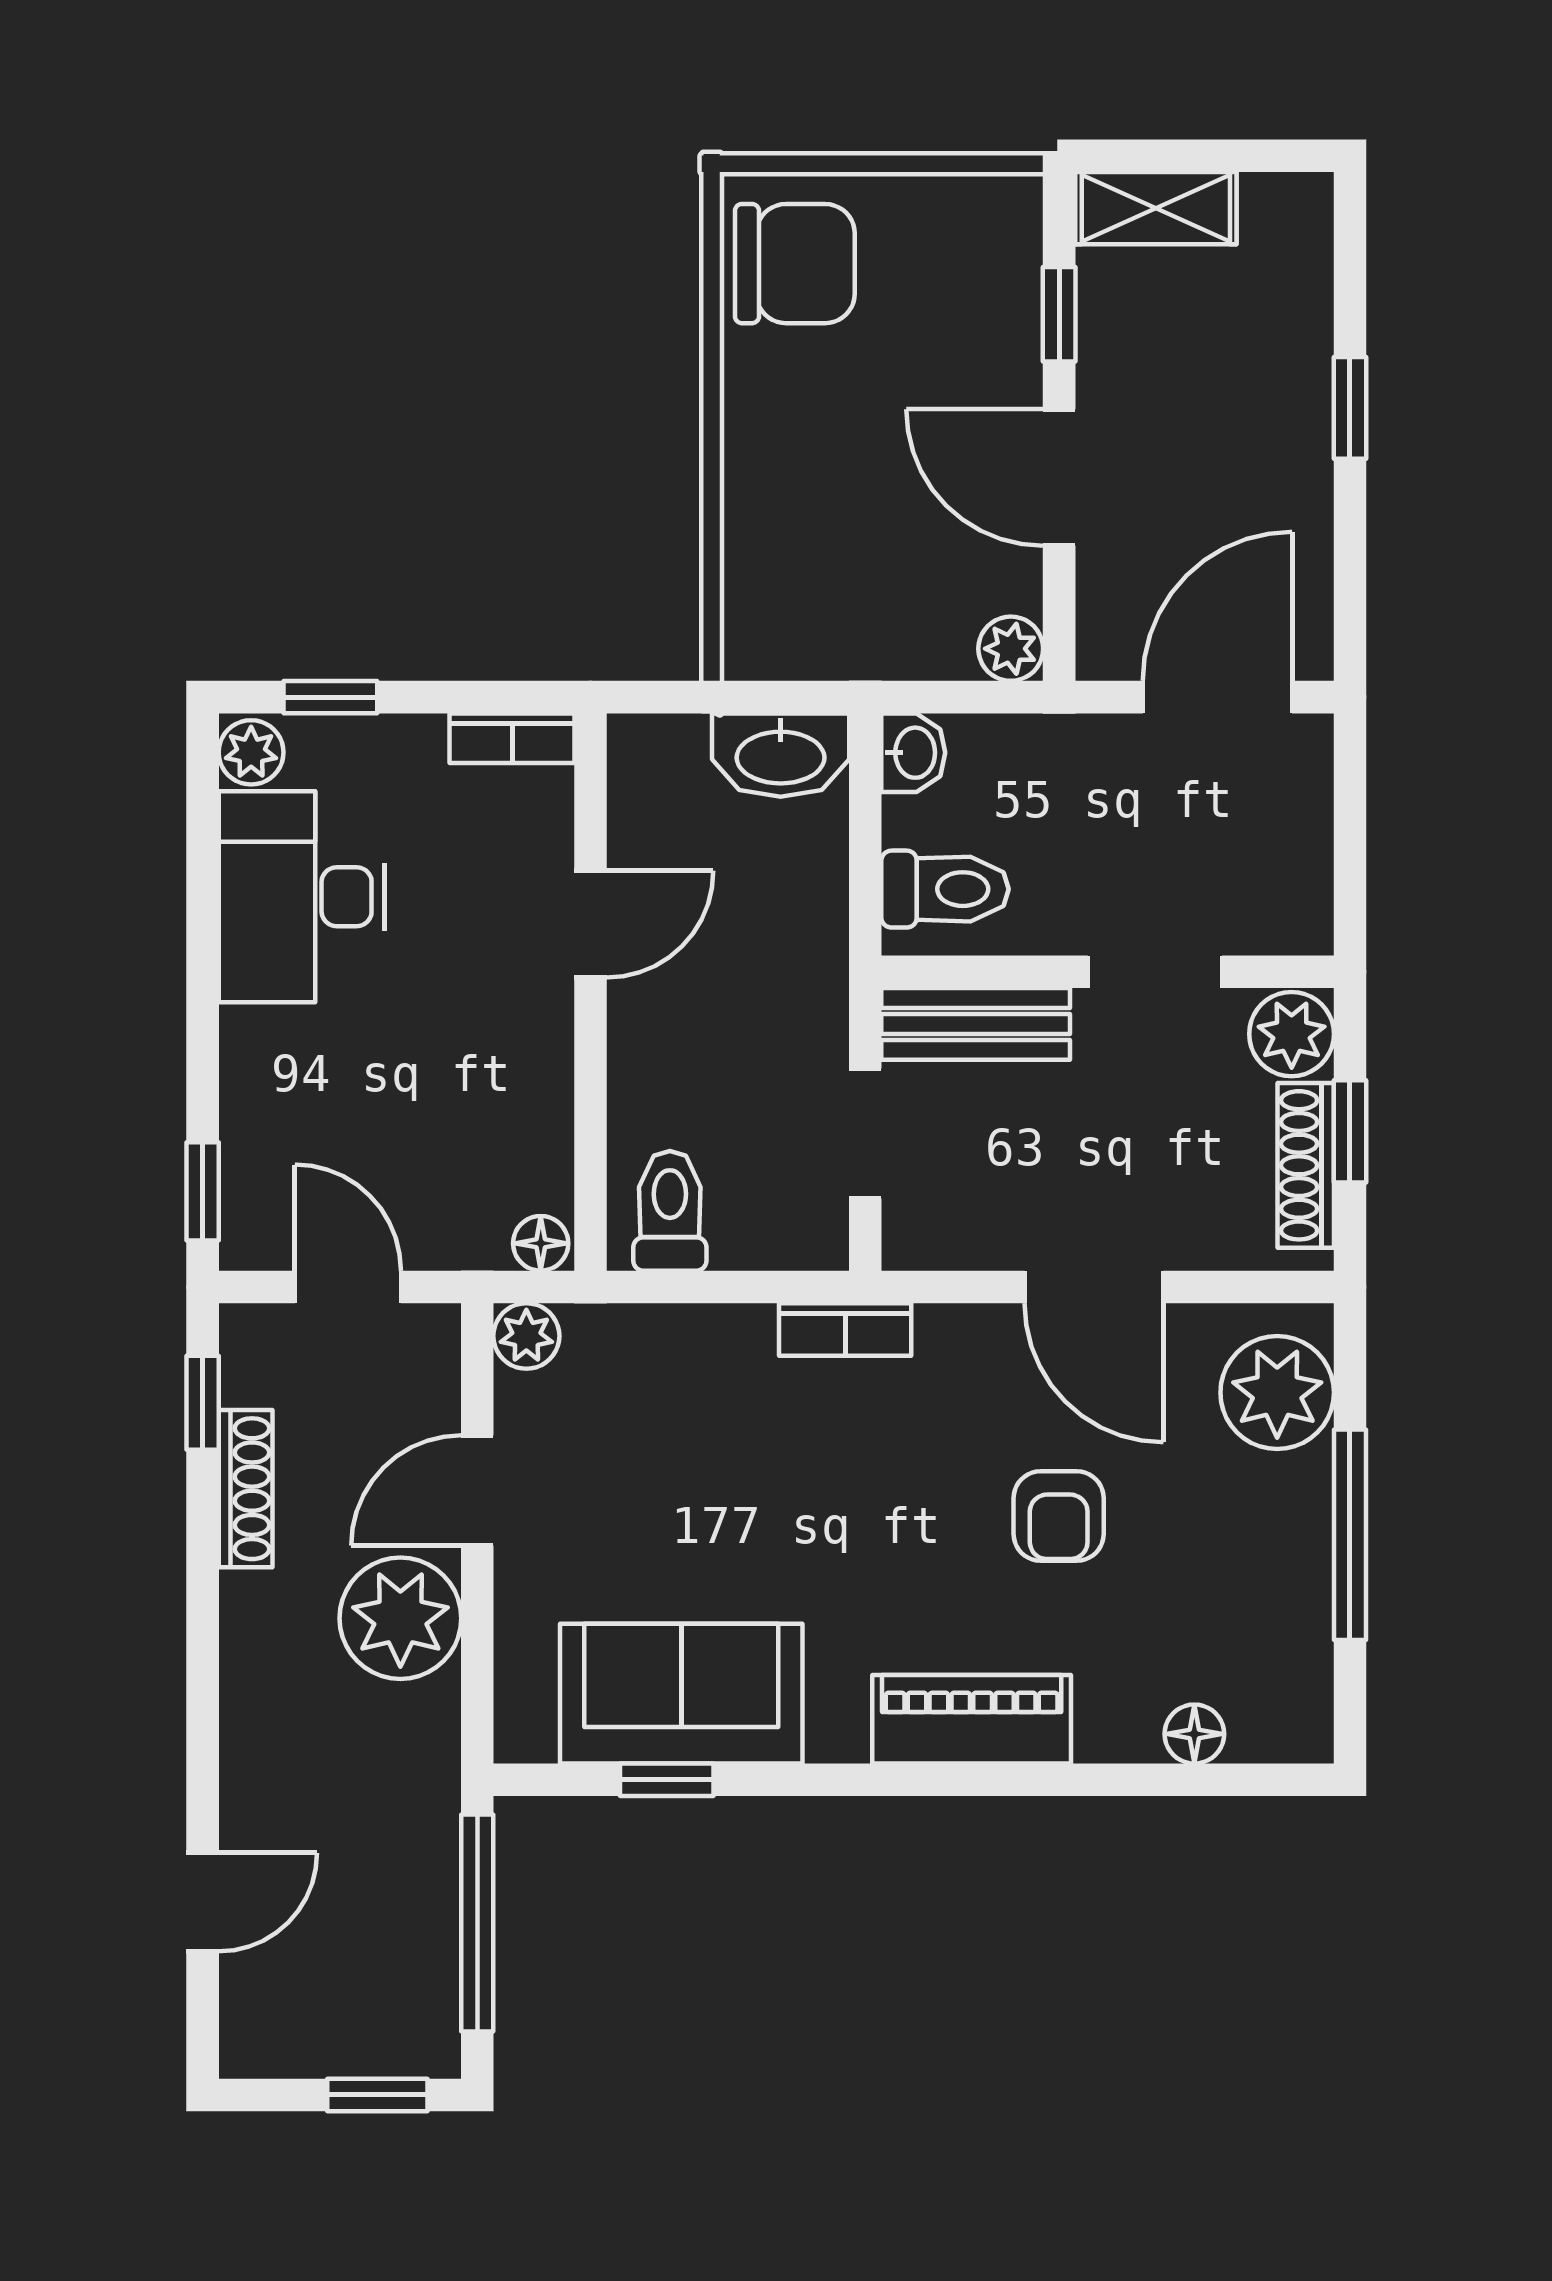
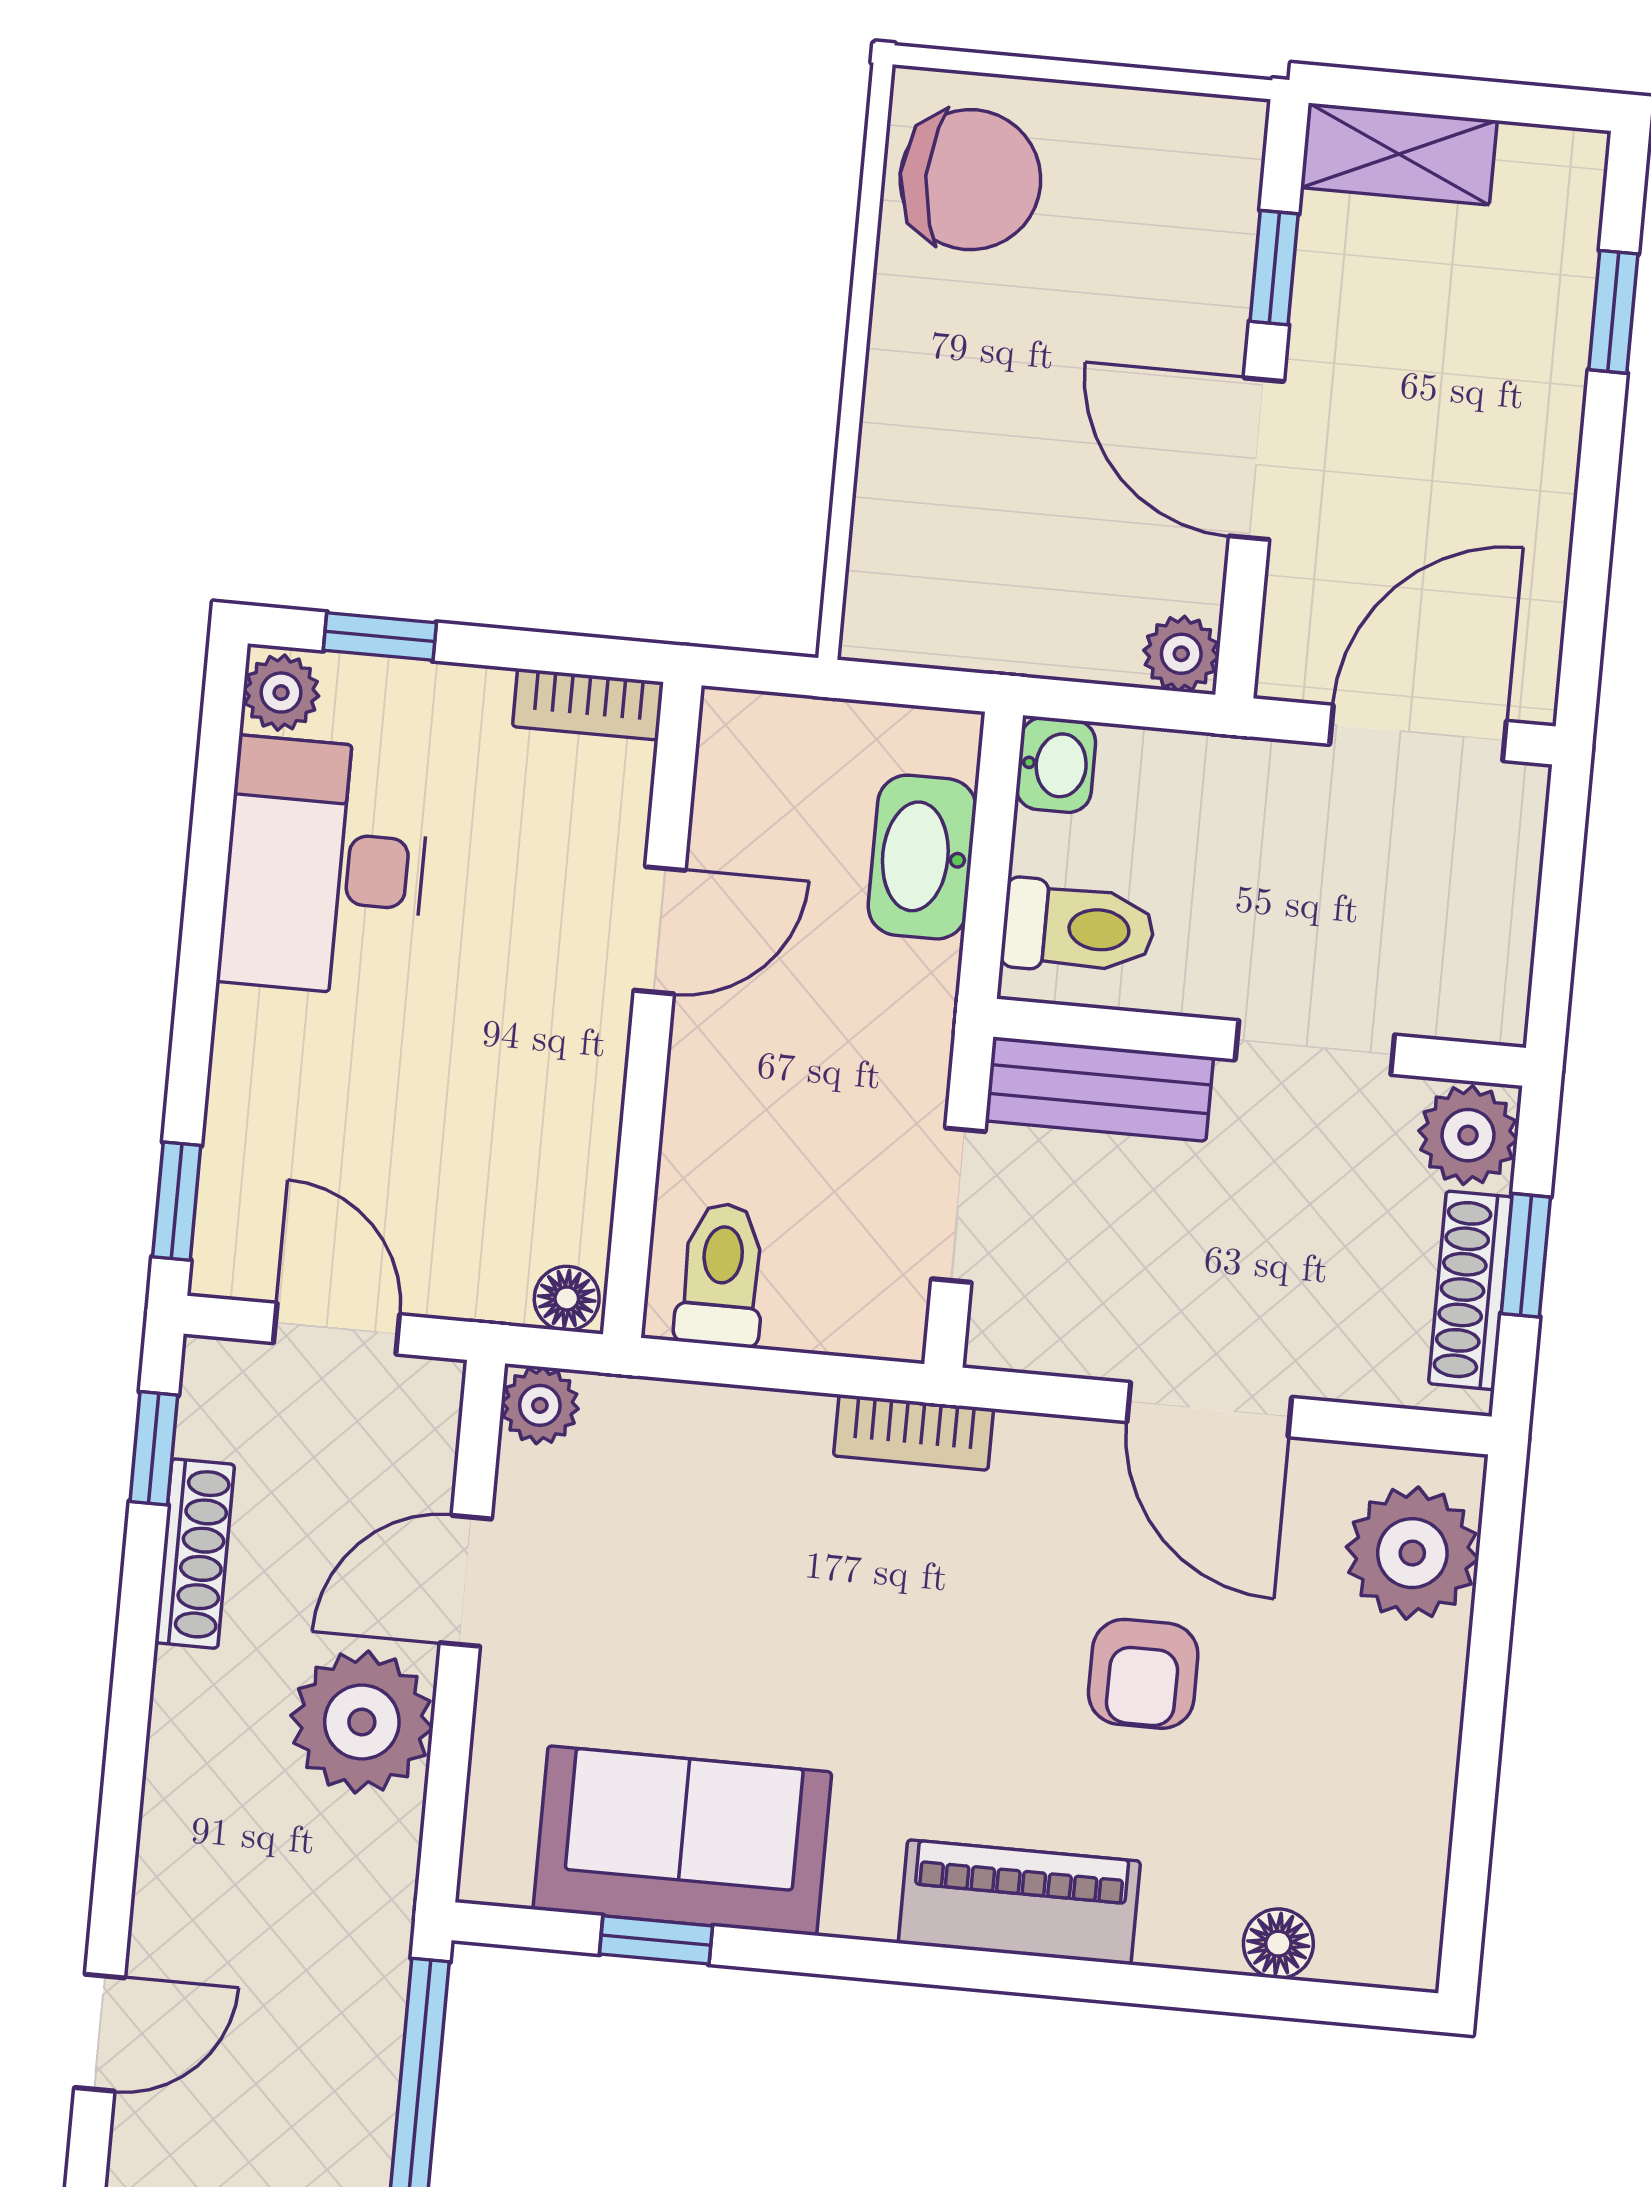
window: (1350, 408) -> (1613, 312), moved
washbasin: (781, 755) -> (922, 857), moved, turned 90
window: (1350, 1535) -> (1482, 1727), removed

